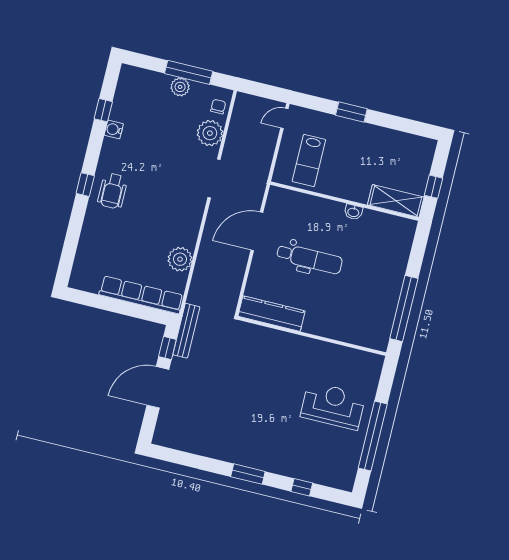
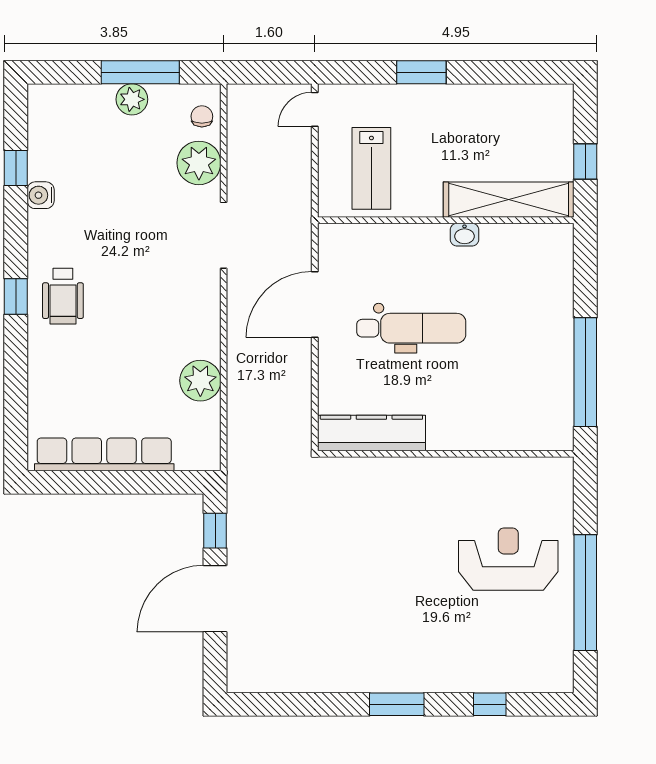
shelving: (396, 201) -> (509, 200), width x1.47
row of seats: (141, 295) -> (104, 454), moved
bench: (186, 331) -> (239, 495), removed

